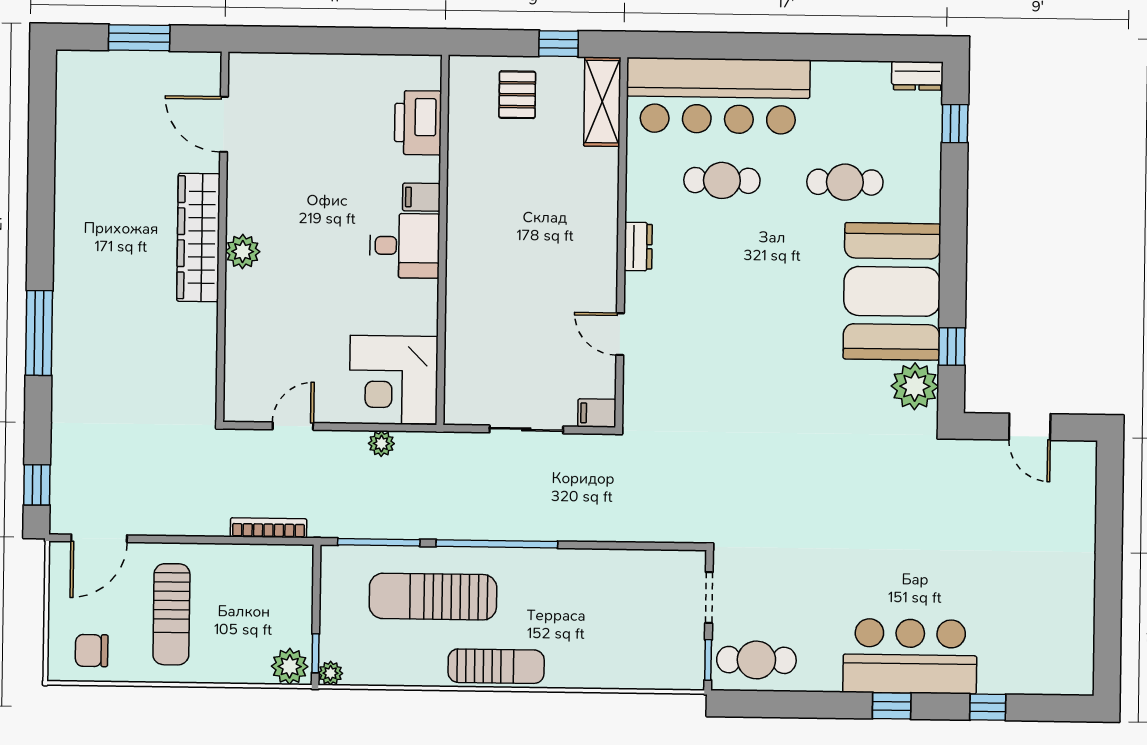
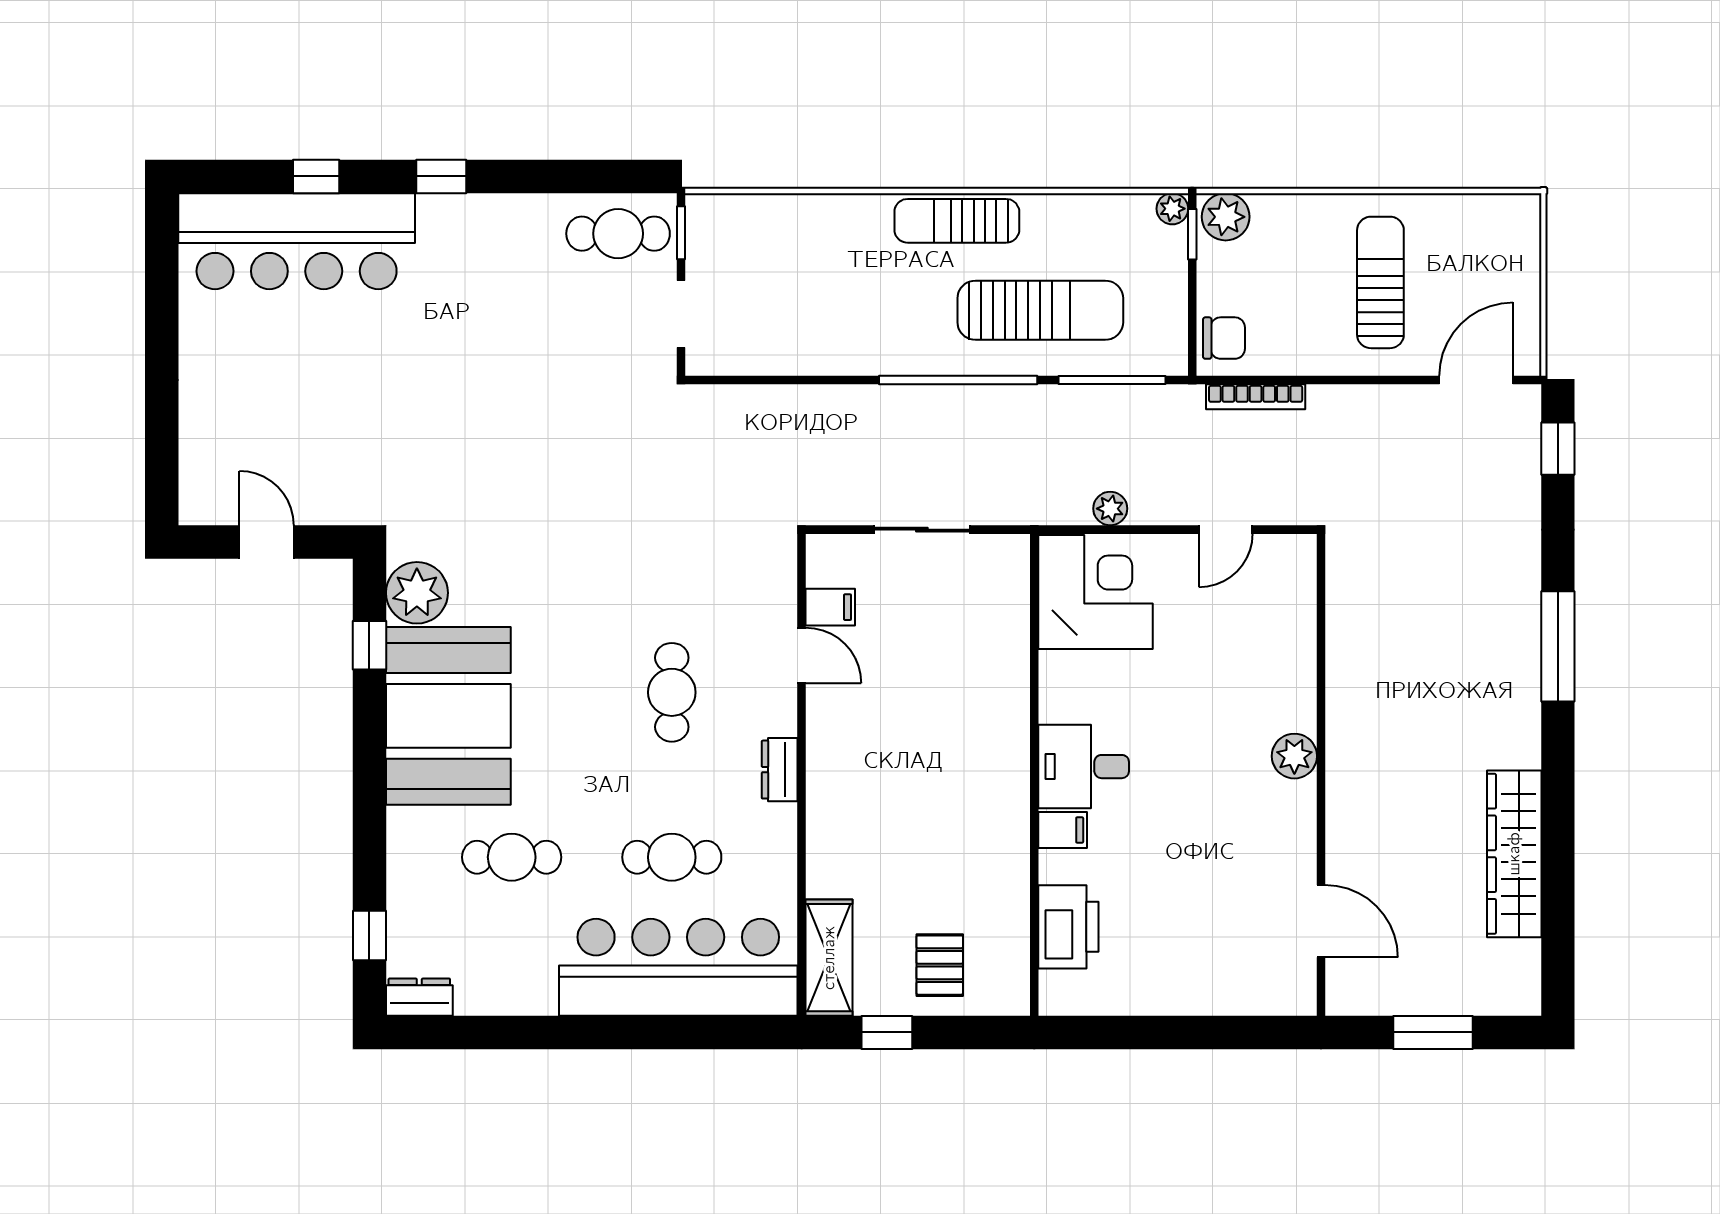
wardrobe: (198, 237) -> (1514, 854), moved, turned 180
cafe table: (720, 307) -> (672, 692), added
filing cabinet: (597, 413) -> (830, 607), moved
chair: (92, 651) -> (1224, 338), moved
bar counter: (910, 656) -> (297, 241), moved, width x1.36

